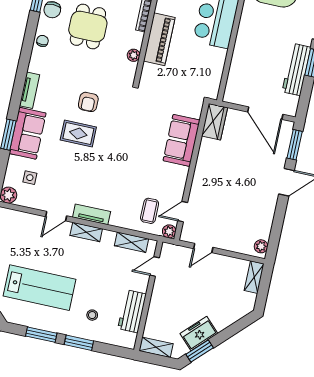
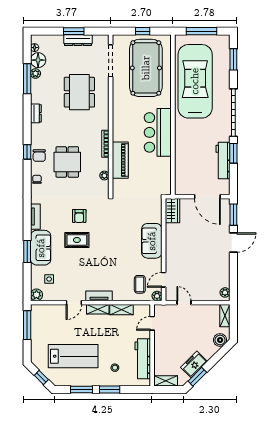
sofa: (182, 140) -> (152, 241), moved
shelving: (132, 242) -> (121, 310), moved
door: (203, 248) -> (184, 303), swing flipped
boiler: (241, 308) -> (220, 340), added
workbench: (132, 311) -> (143, 359), width x1.38

